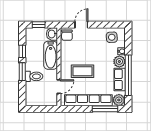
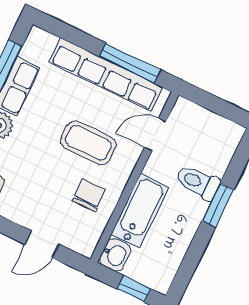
chair: (67, 35) -> (89, 195), moved
window: (22, 51) -> (197, 248), removed
plant: (119, 100) -> (40, 43), removed
window: (105, 109) -> (130, 63), moved

